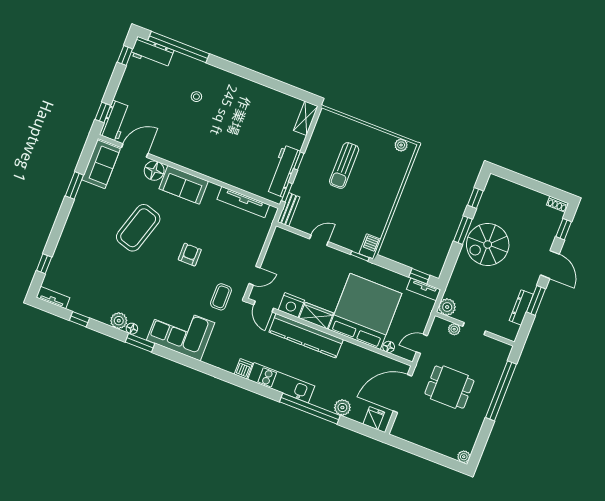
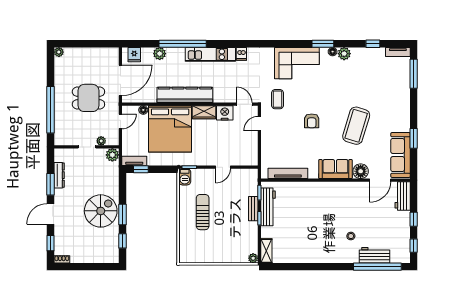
workbench: (152, 53) -> (375, 255), moved
window: (103, 112) -> (414, 219), moved
plant: (401, 145) -> (253, 258), moved
sofa: (101, 164) -> (400, 155), width x1.36
sun lounger: (344, 165) -> (203, 212), moved
bench: (289, 209) -> (253, 209), moved
window: (44, 264) -> (414, 74), width x2.17
door: (550, 265) -> (50, 214), hinge flipped
kitchen counter: (306, 336) -> (185, 95), moved

